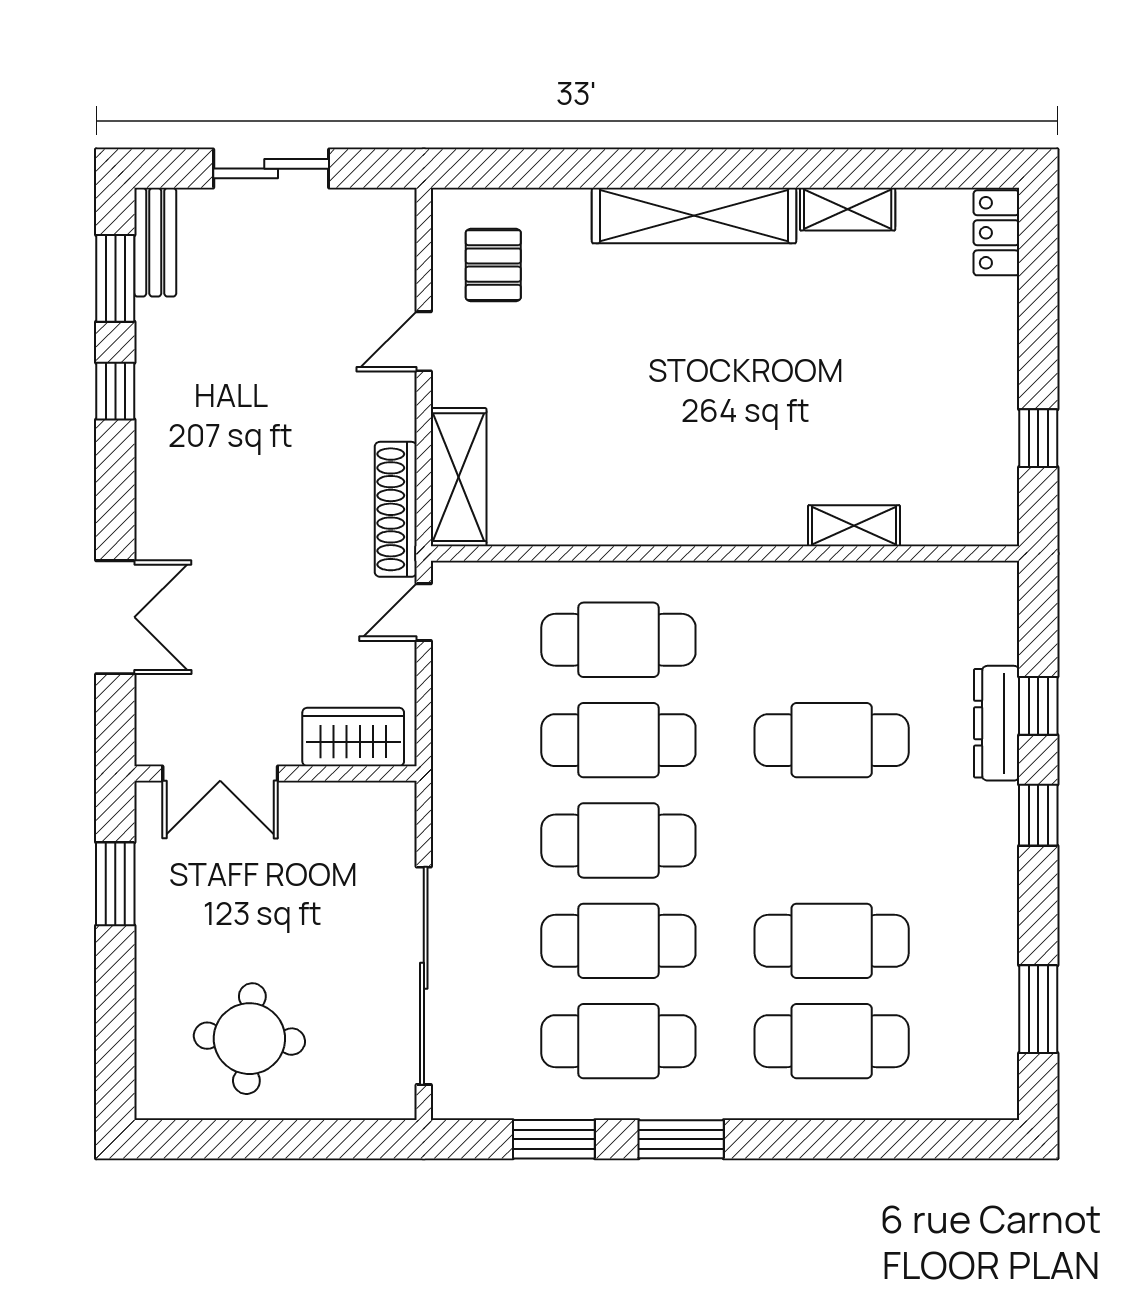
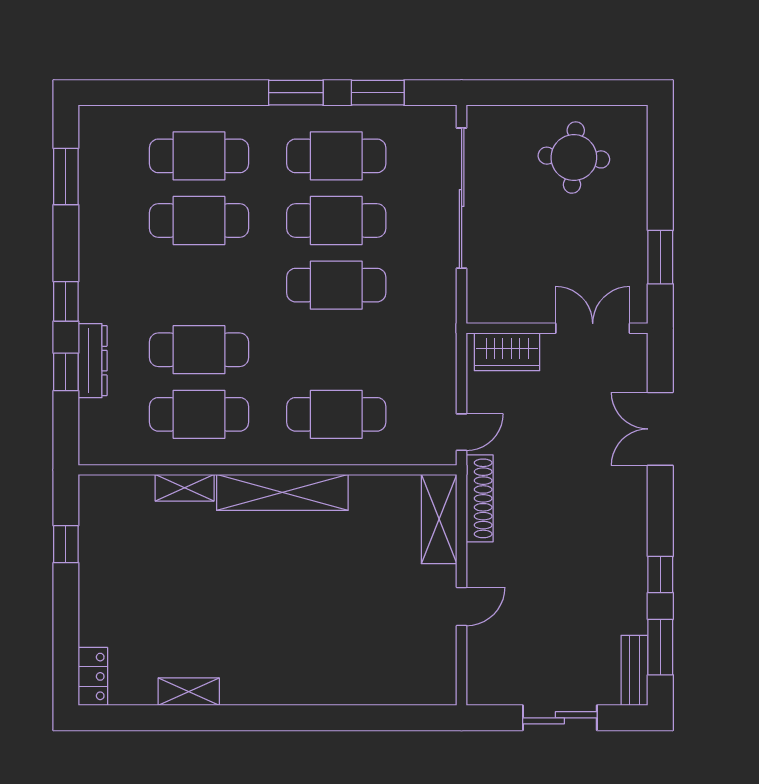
shelving: (694, 216) -> (282, 492), moved
pallet: (493, 265) -> (417, 656), removed
cafe table: (618, 740) -> (199, 414), moved

